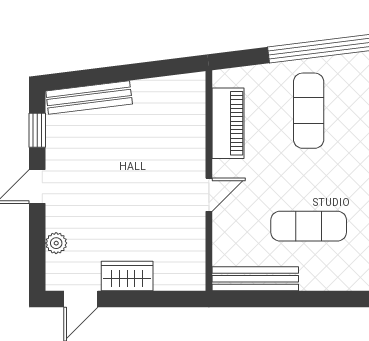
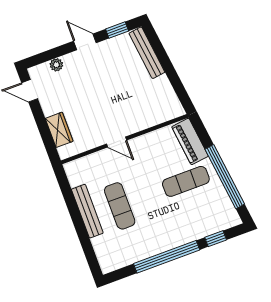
piano: (228, 123) -> (190, 141), moved, turned 83
wardrobe: (127, 276) -> (59, 130), moved
bench: (255, 279) -> (87, 211), moved

